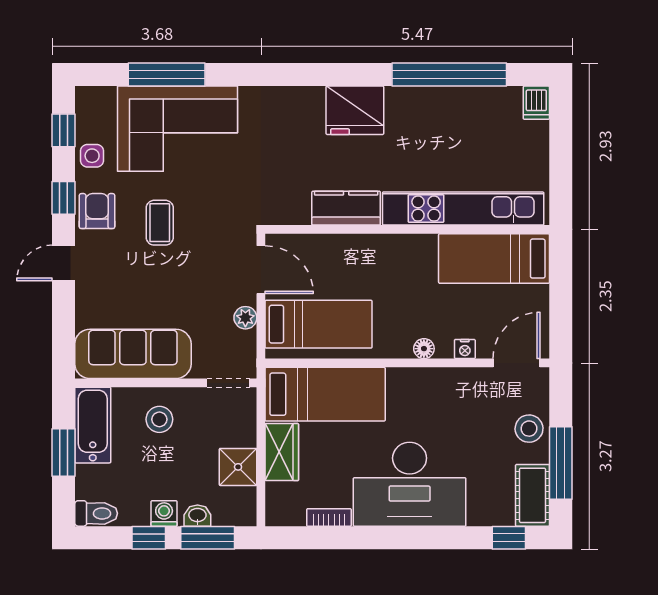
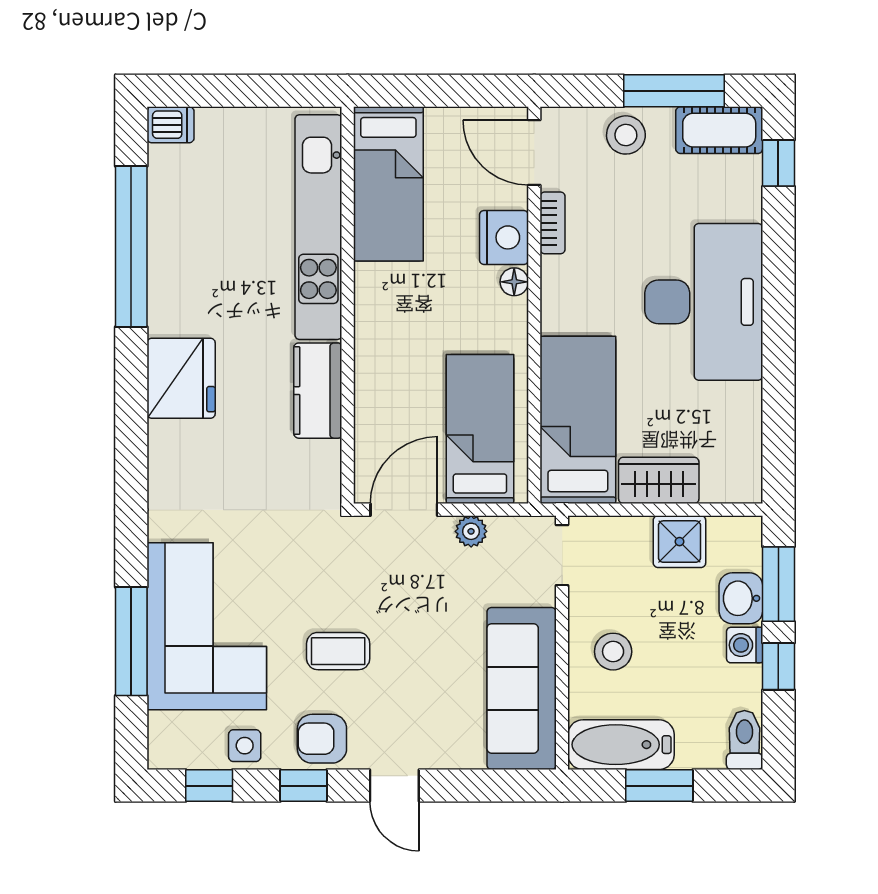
nightstand: (465, 349) -> (504, 237), width x1.89, depth x1.79
washbasin: (197, 516) -> (741, 598), width x1.38, depth x1.45
bookcase: (329, 517) -> (553, 223), moved, turned 180

